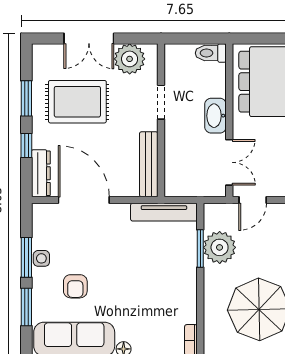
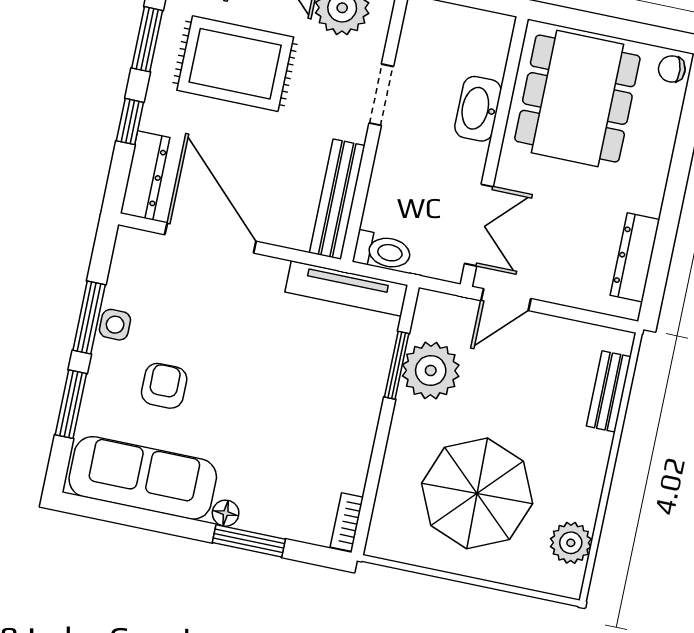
toilet: (211, 53) -> (382, 251), moved, turned 180
washbasin: (215, 116) -> (478, 109), moved
armchair: (75, 286) -> (164, 386), turned 180

